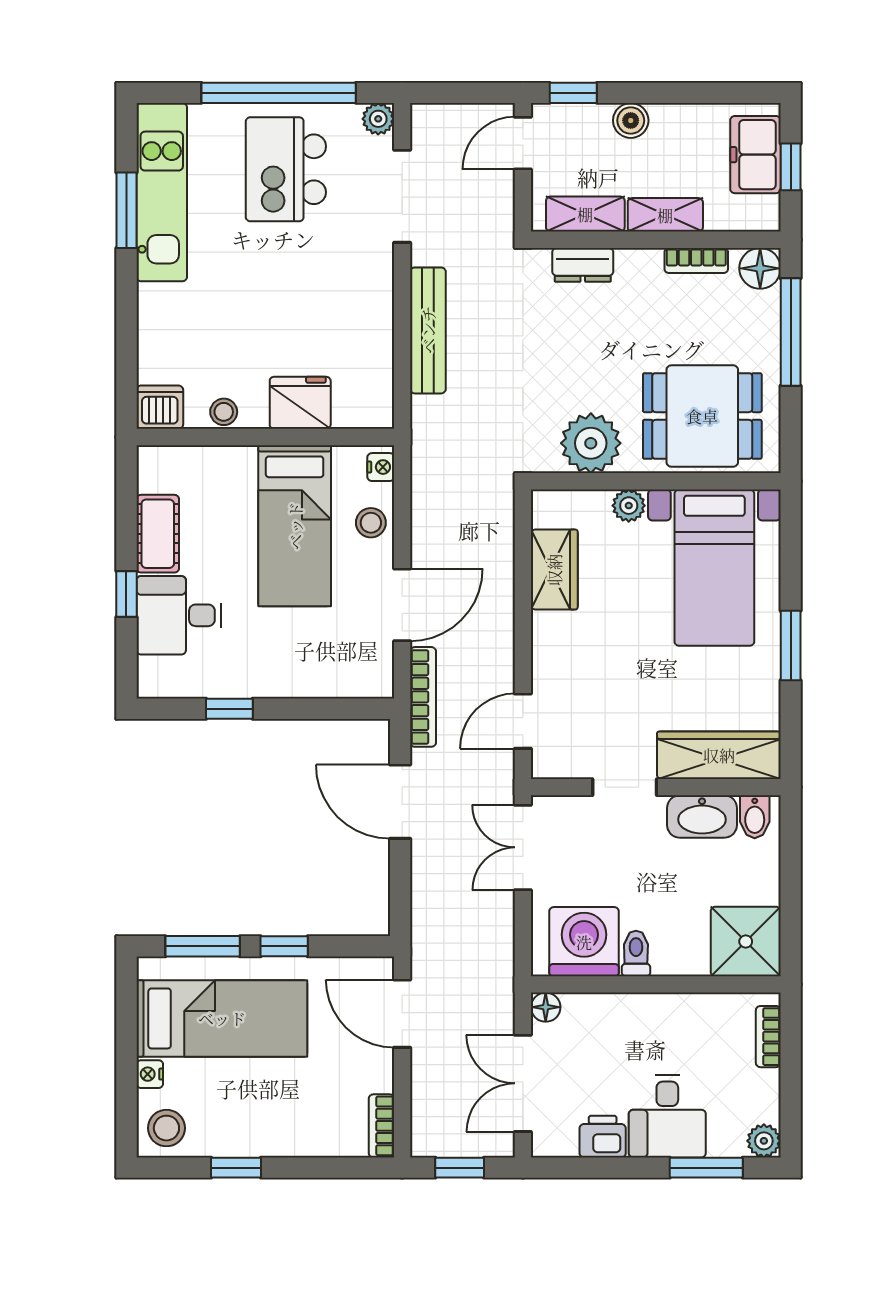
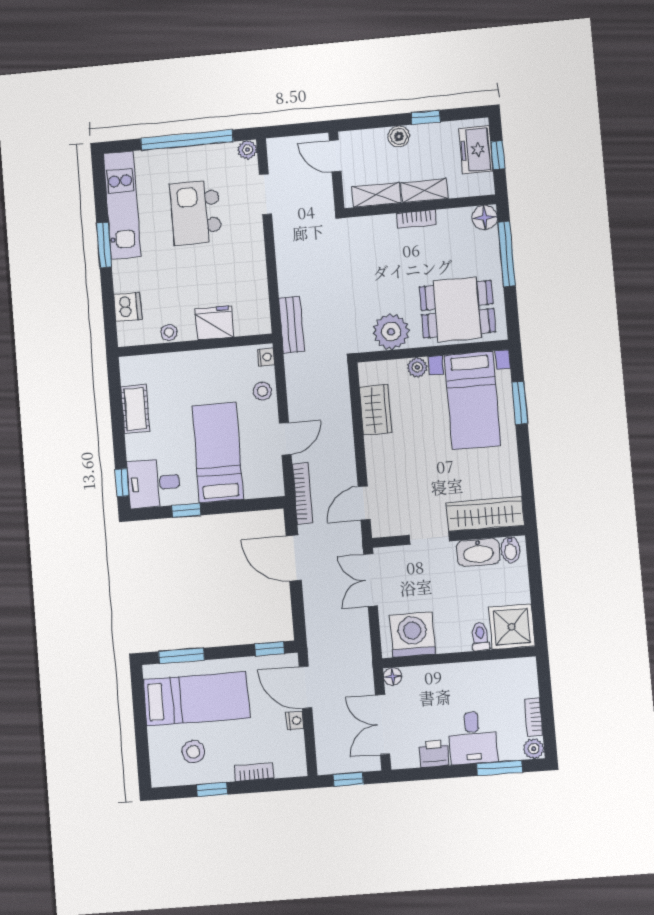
window: (573, 93) -> (426, 117), moved
door: (523, 143) -> (335, 156), hinge flipped
kitchen island: (286, 169) -> (196, 212), moved
doorway: (402, 196) -> (265, 194), width x0.73
window: (126, 210) -> (104, 245), moved
bookcase: (696, 260) -> (416, 219), moved
dresser: (583, 265) -> (377, 225), removed
bench: (428, 330) -> (292, 325), moved, width x0.73
dishwasher: (160, 407) -> (128, 307), moved, turned 90
bed: (295, 526) -> (218, 453), moved, turned 180
window: (126, 594) -> (122, 483), moved
door: (402, 605) -> (285, 439), width x0.73
desk: (179, 615) -> (154, 483), moved
window: (791, 645) -> (520, 403), moved
window: (284, 946) -> (270, 649), moved
toilet: (636, 953) -> (480, 637), moved
bookcase: (768, 1037) -> (534, 717), moved
nightstand: (150, 1074) -> (295, 721), moved, turned 180
bookcase: (381, 1126) -> (254, 772), moved, turned 90
stool: (166, 1128) -> (193, 752), moved

